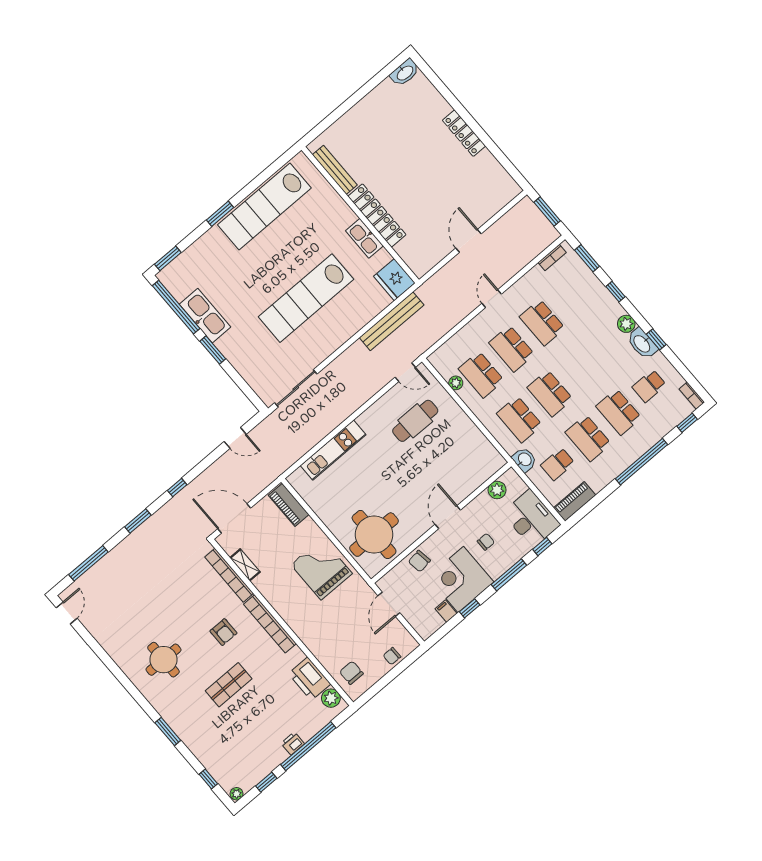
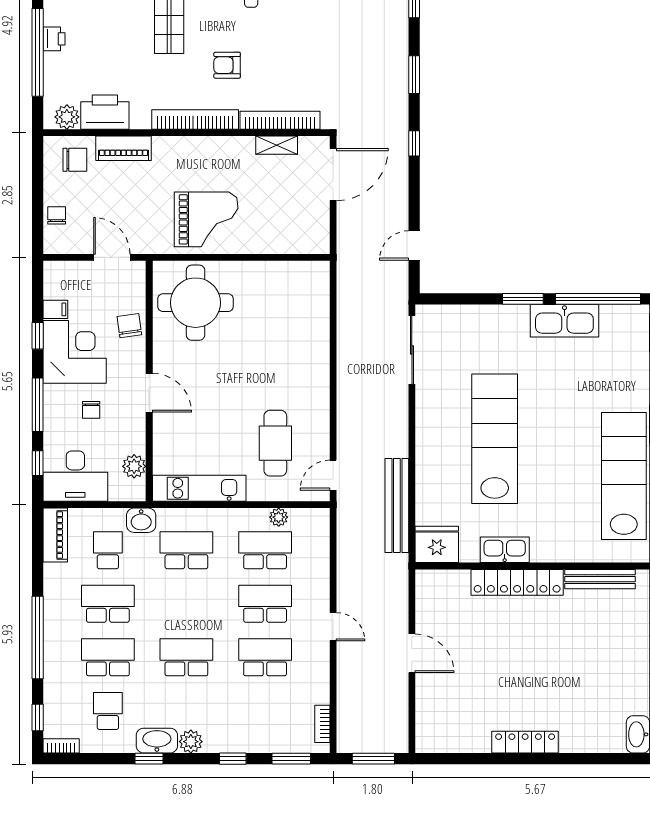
school desk: (550, 393) -> (186, 657), moved
kitchen unit: (333, 450) -> (199, 488), moved, turned 90
piano: (289, 505) -> (124, 148), moved, turned 180

